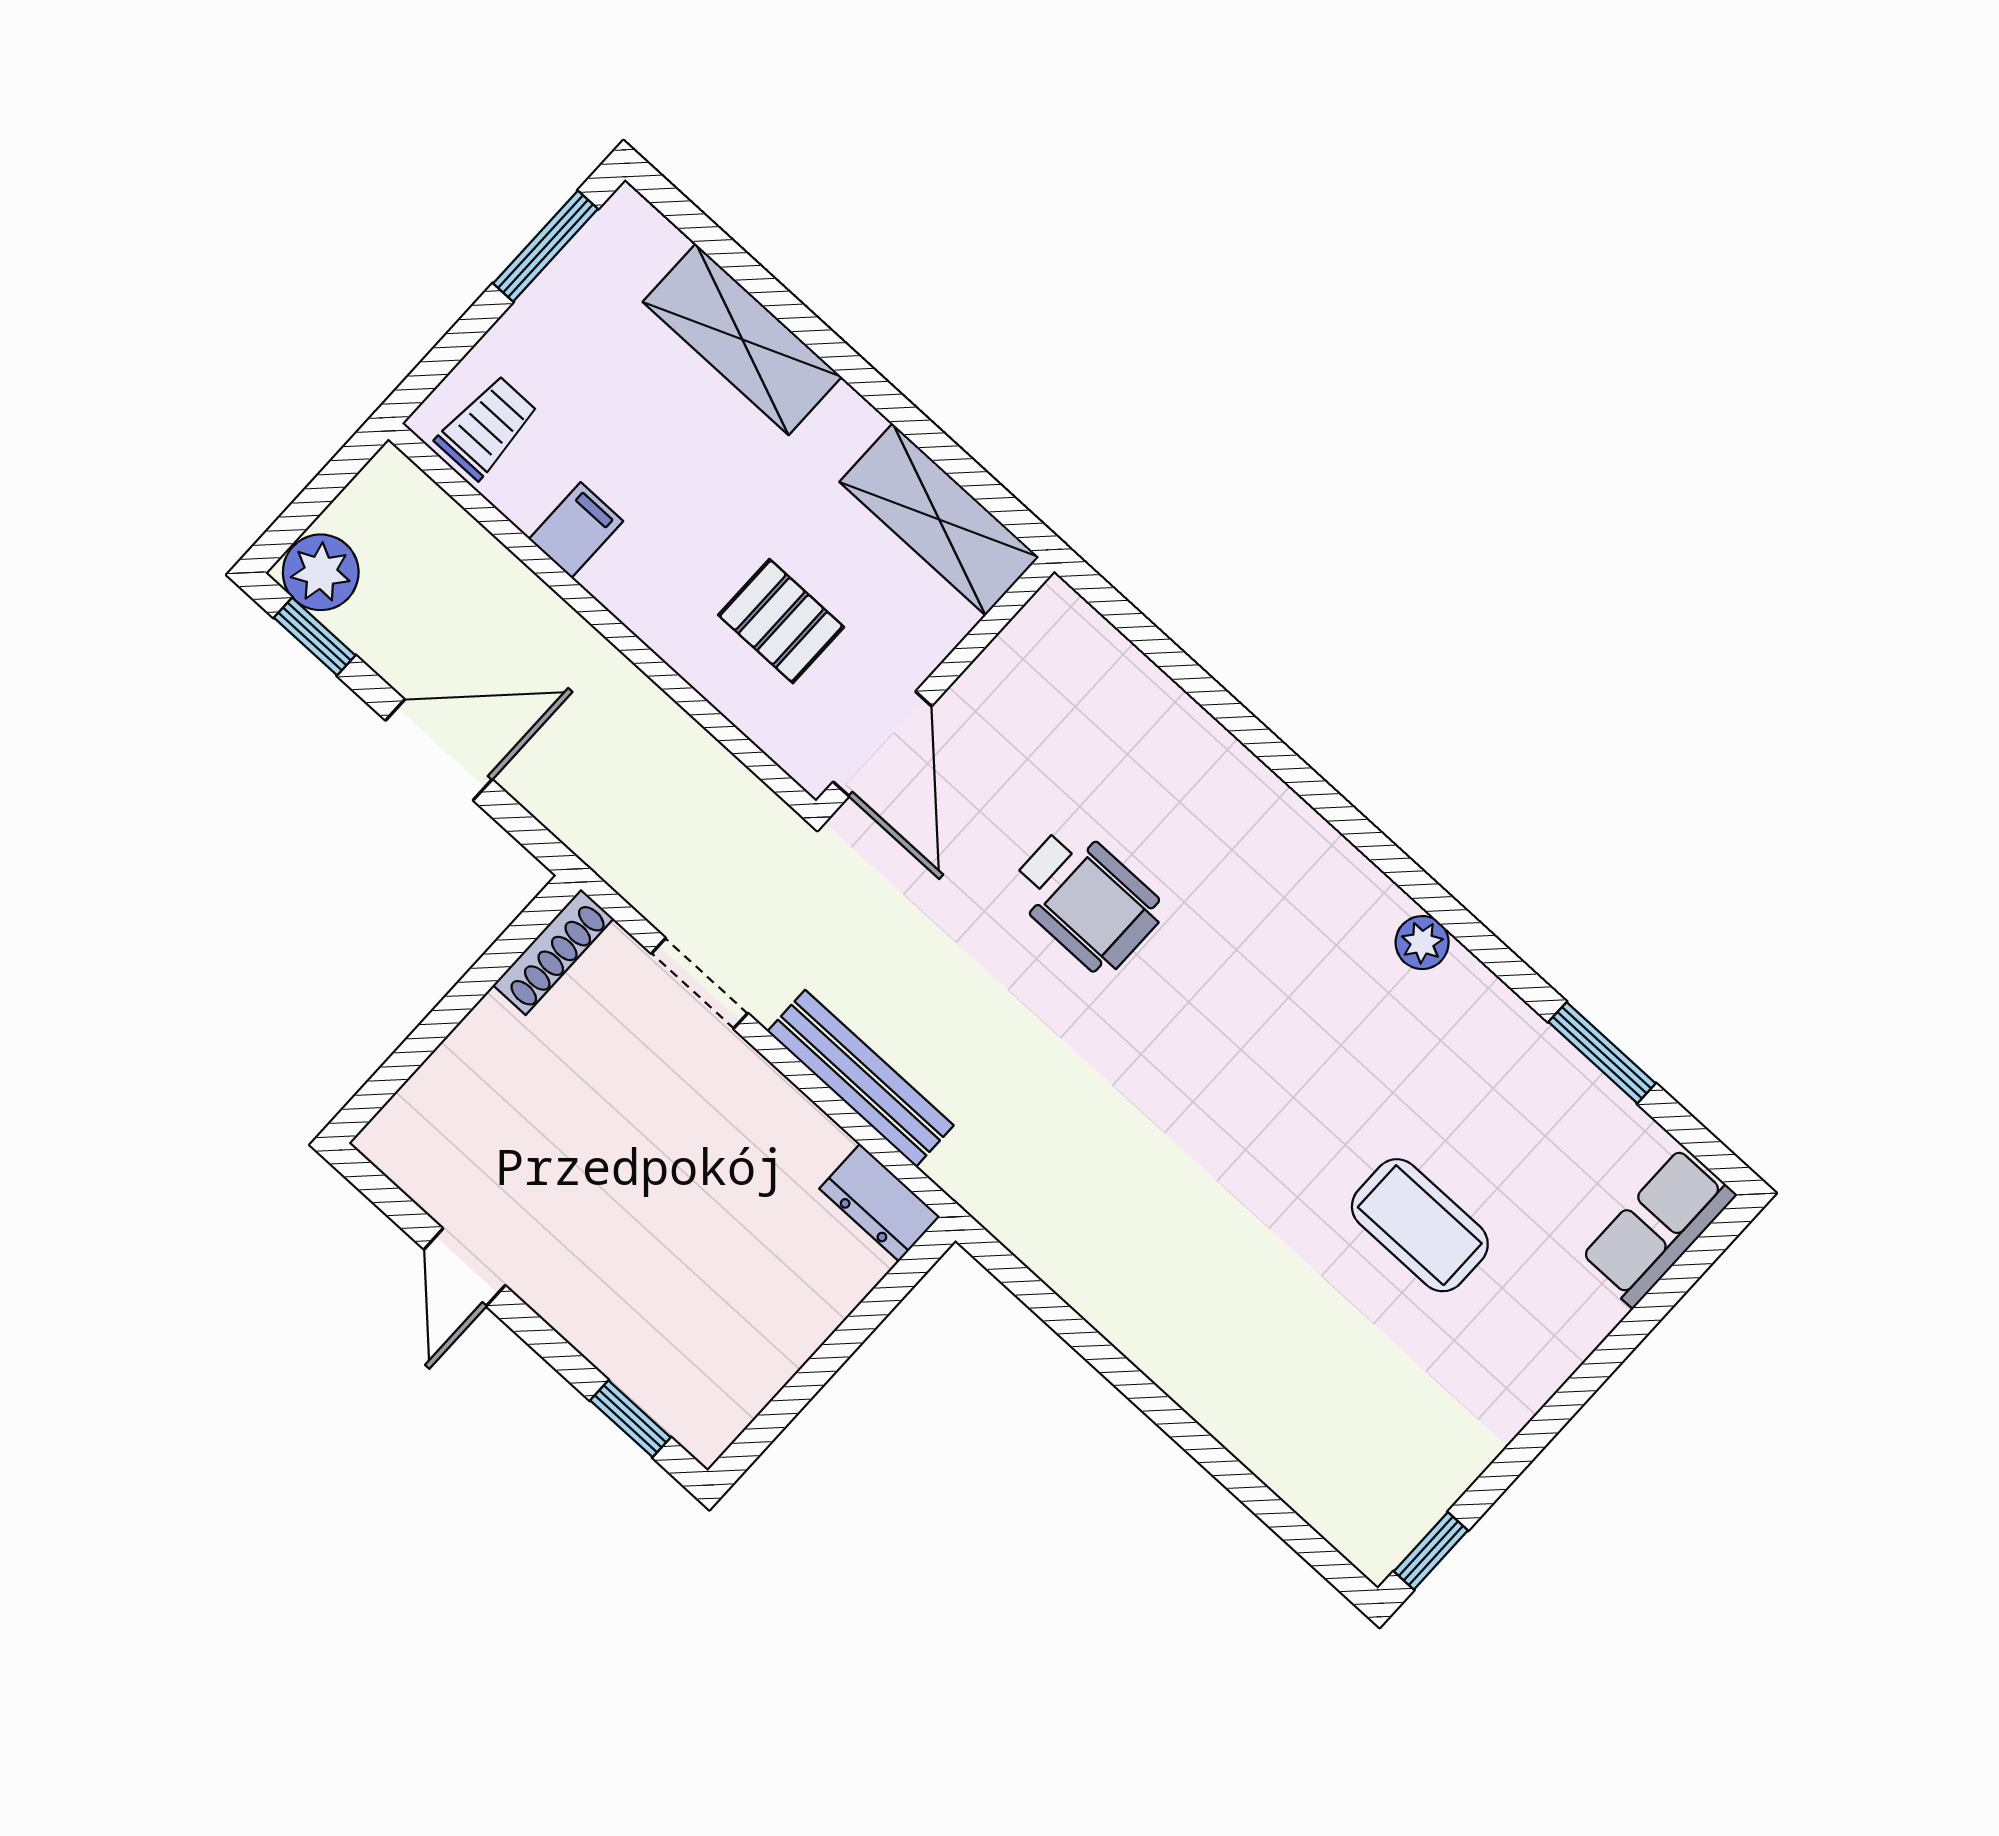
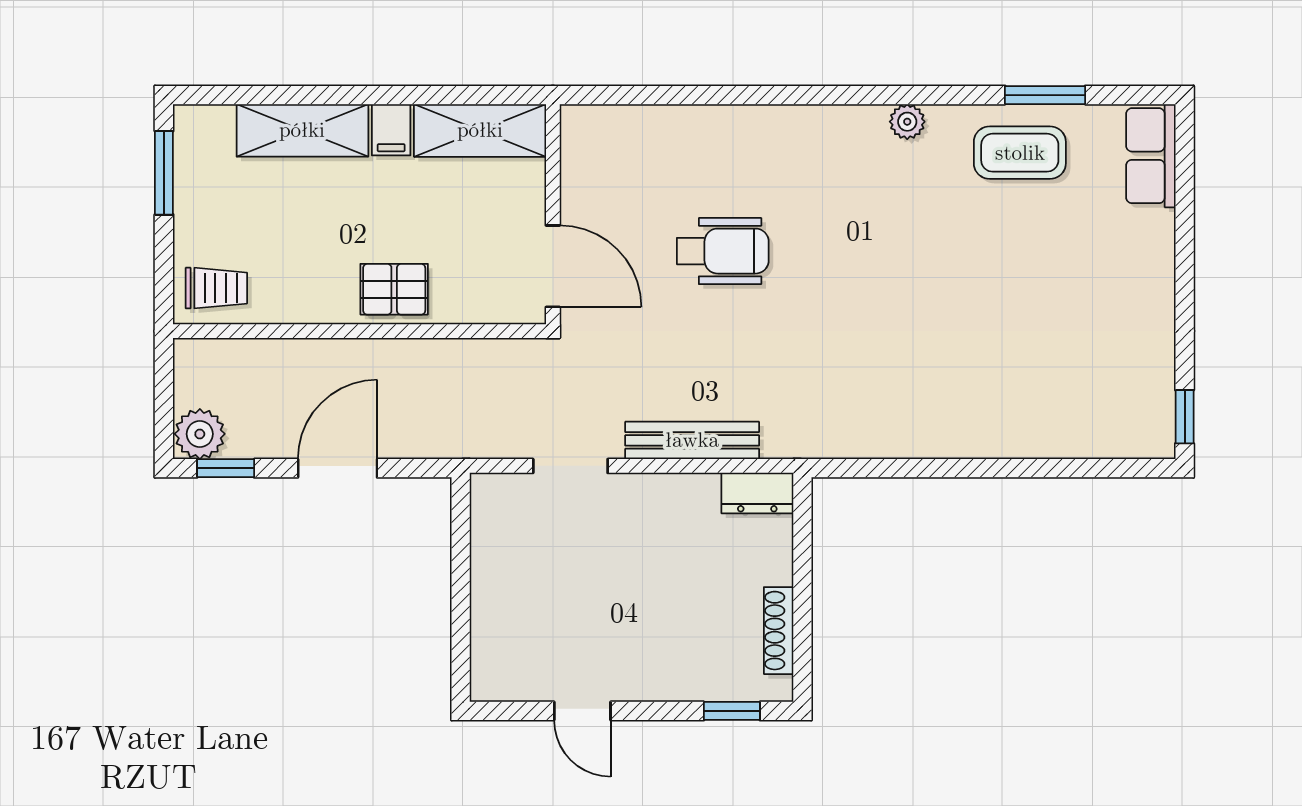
trolley: (487, 427) -> (216, 288), turned 90
filing cabinet: (576, 530) -> (391, 130), moved, turned 180
pallet: (781, 621) -> (394, 289), moved
shoe rack: (553, 952) -> (779, 631), moved, turned 180
coffee table: (1420, 1225) -> (1020, 153), moved

